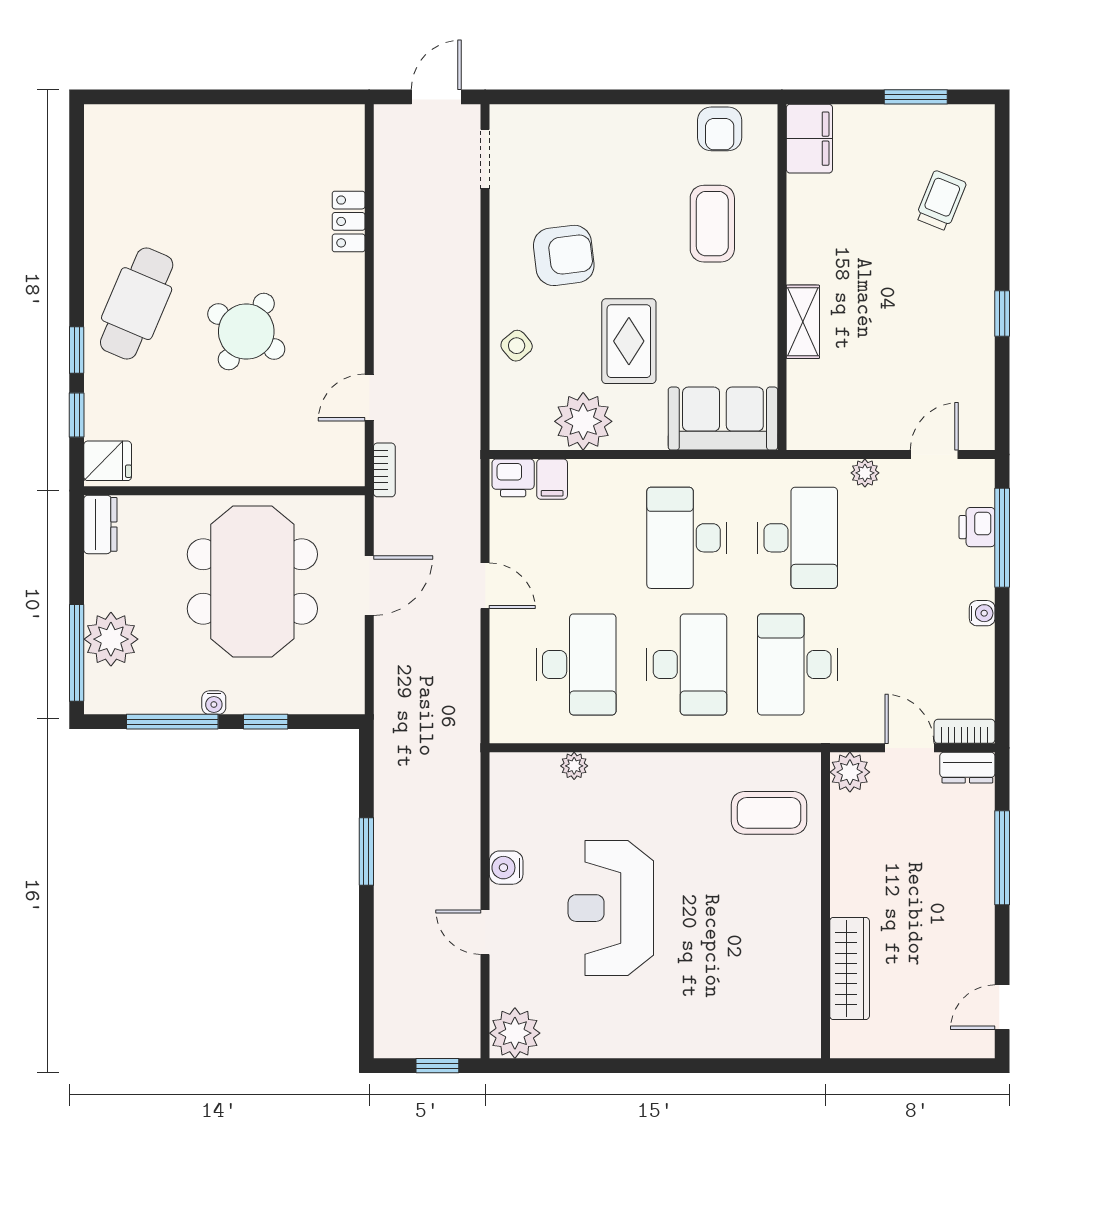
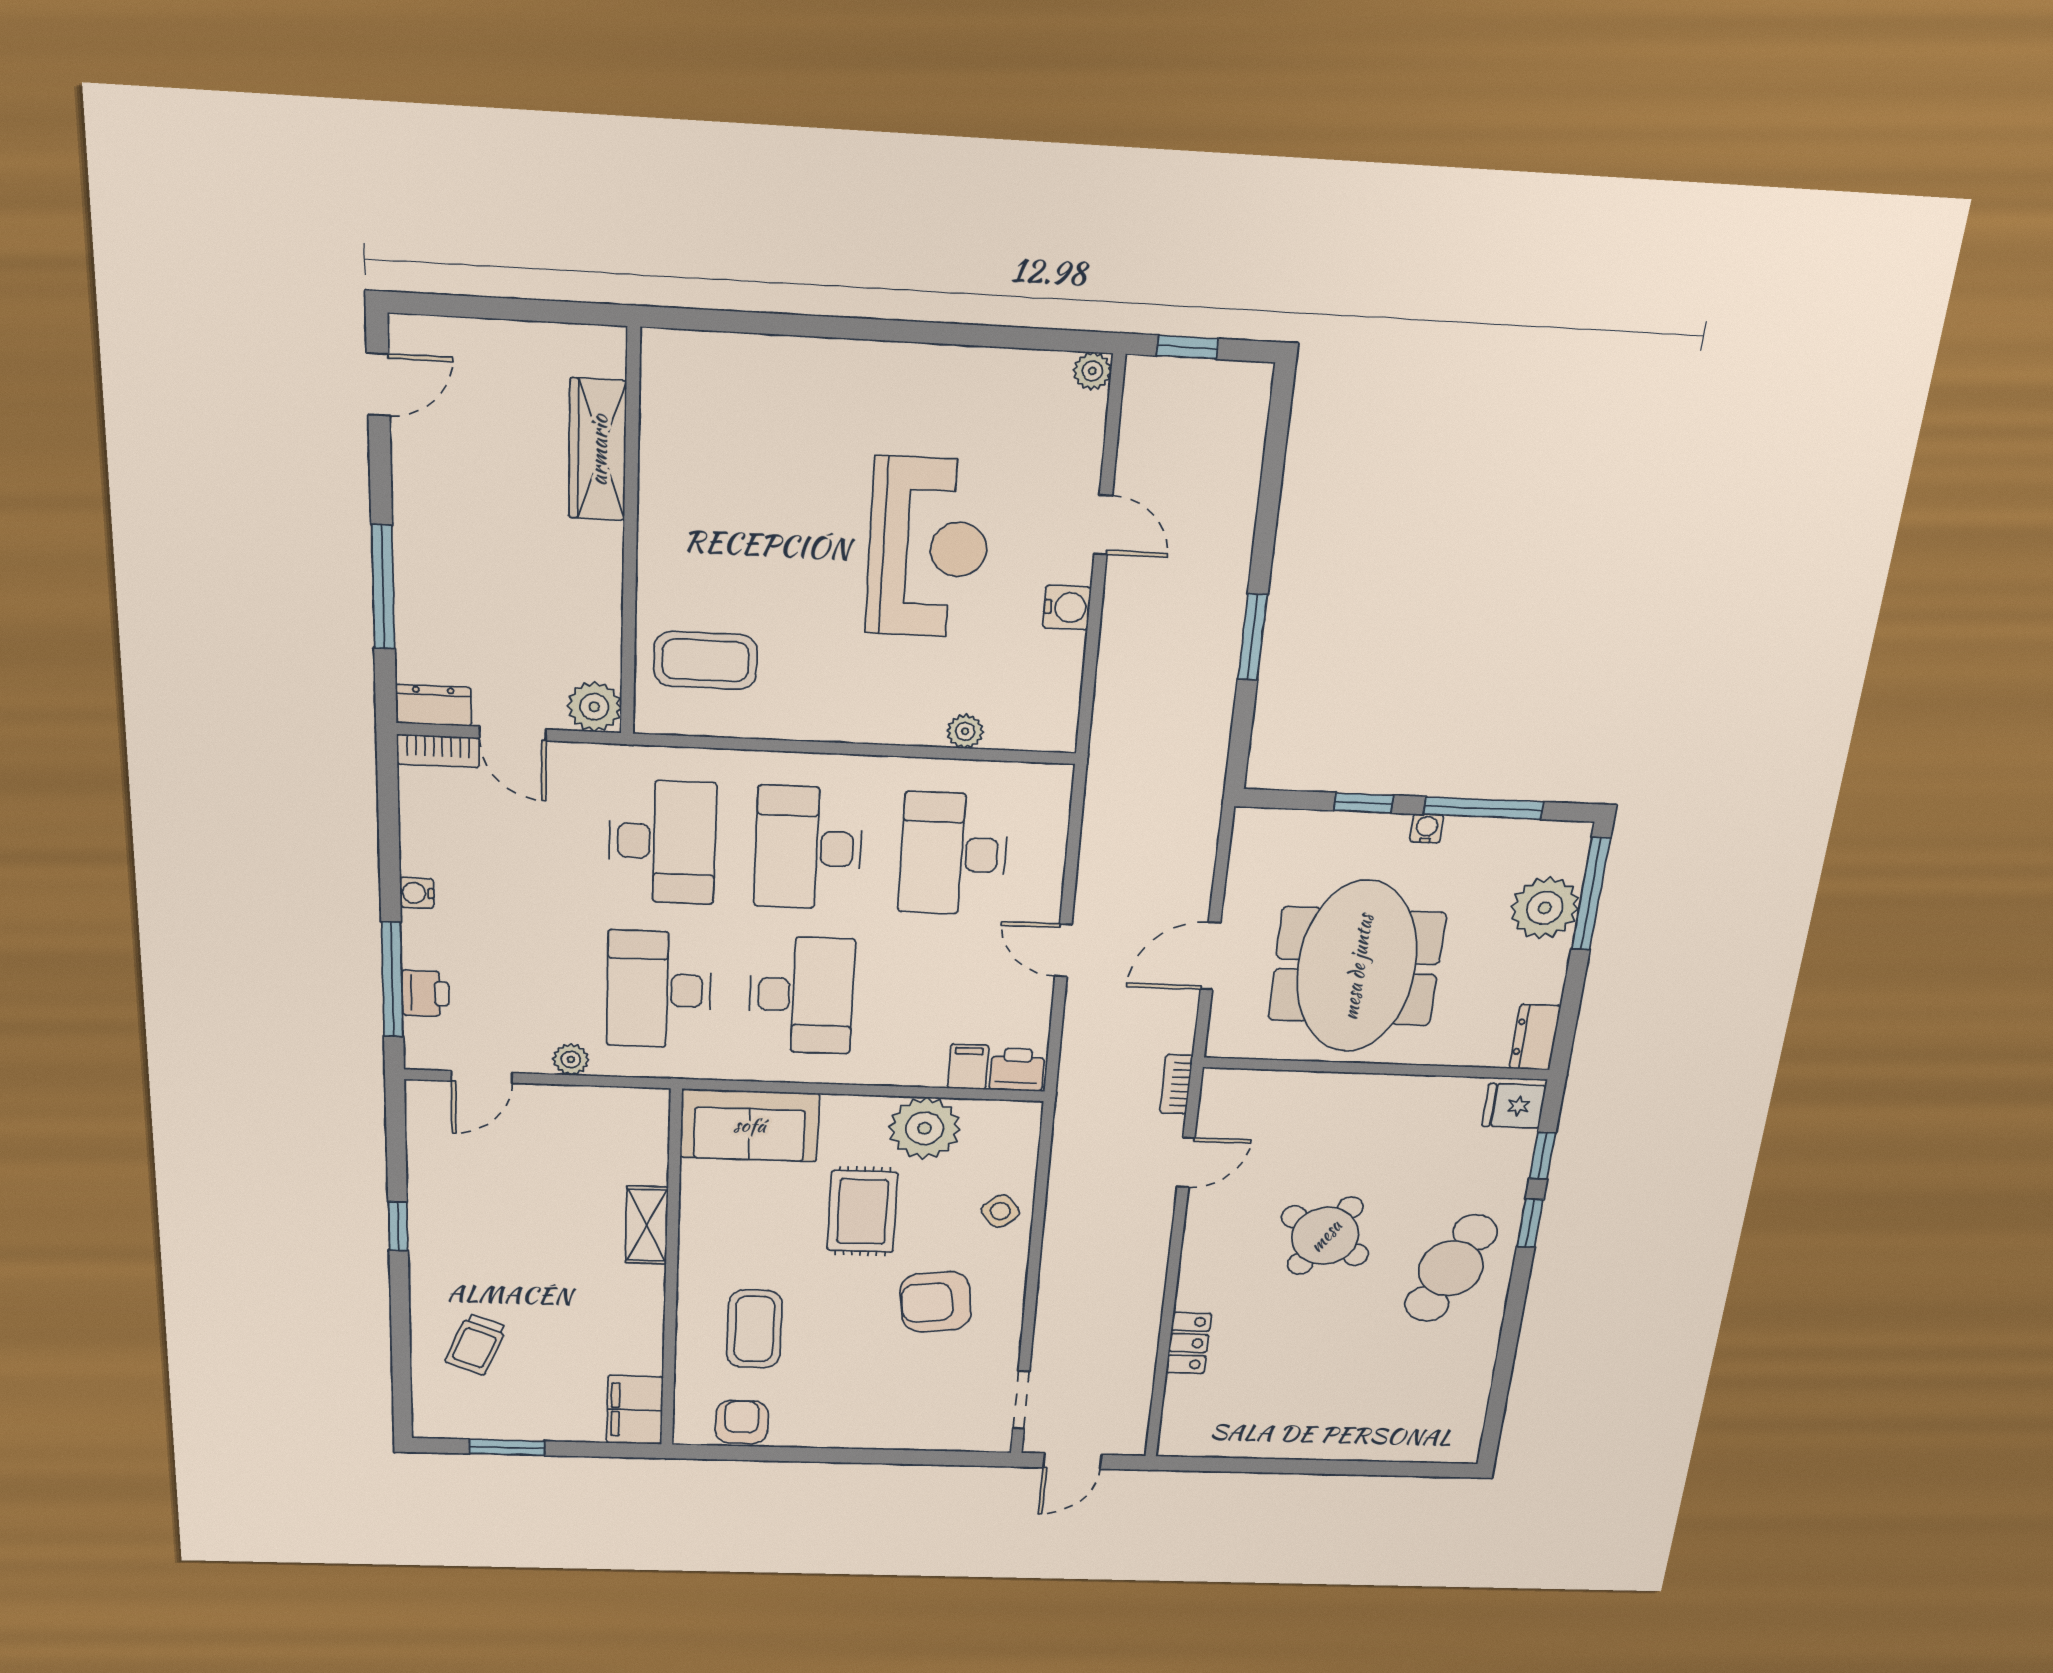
plant: (515, 1033) -> (1092, 371), width x0.53, depth x0.53

